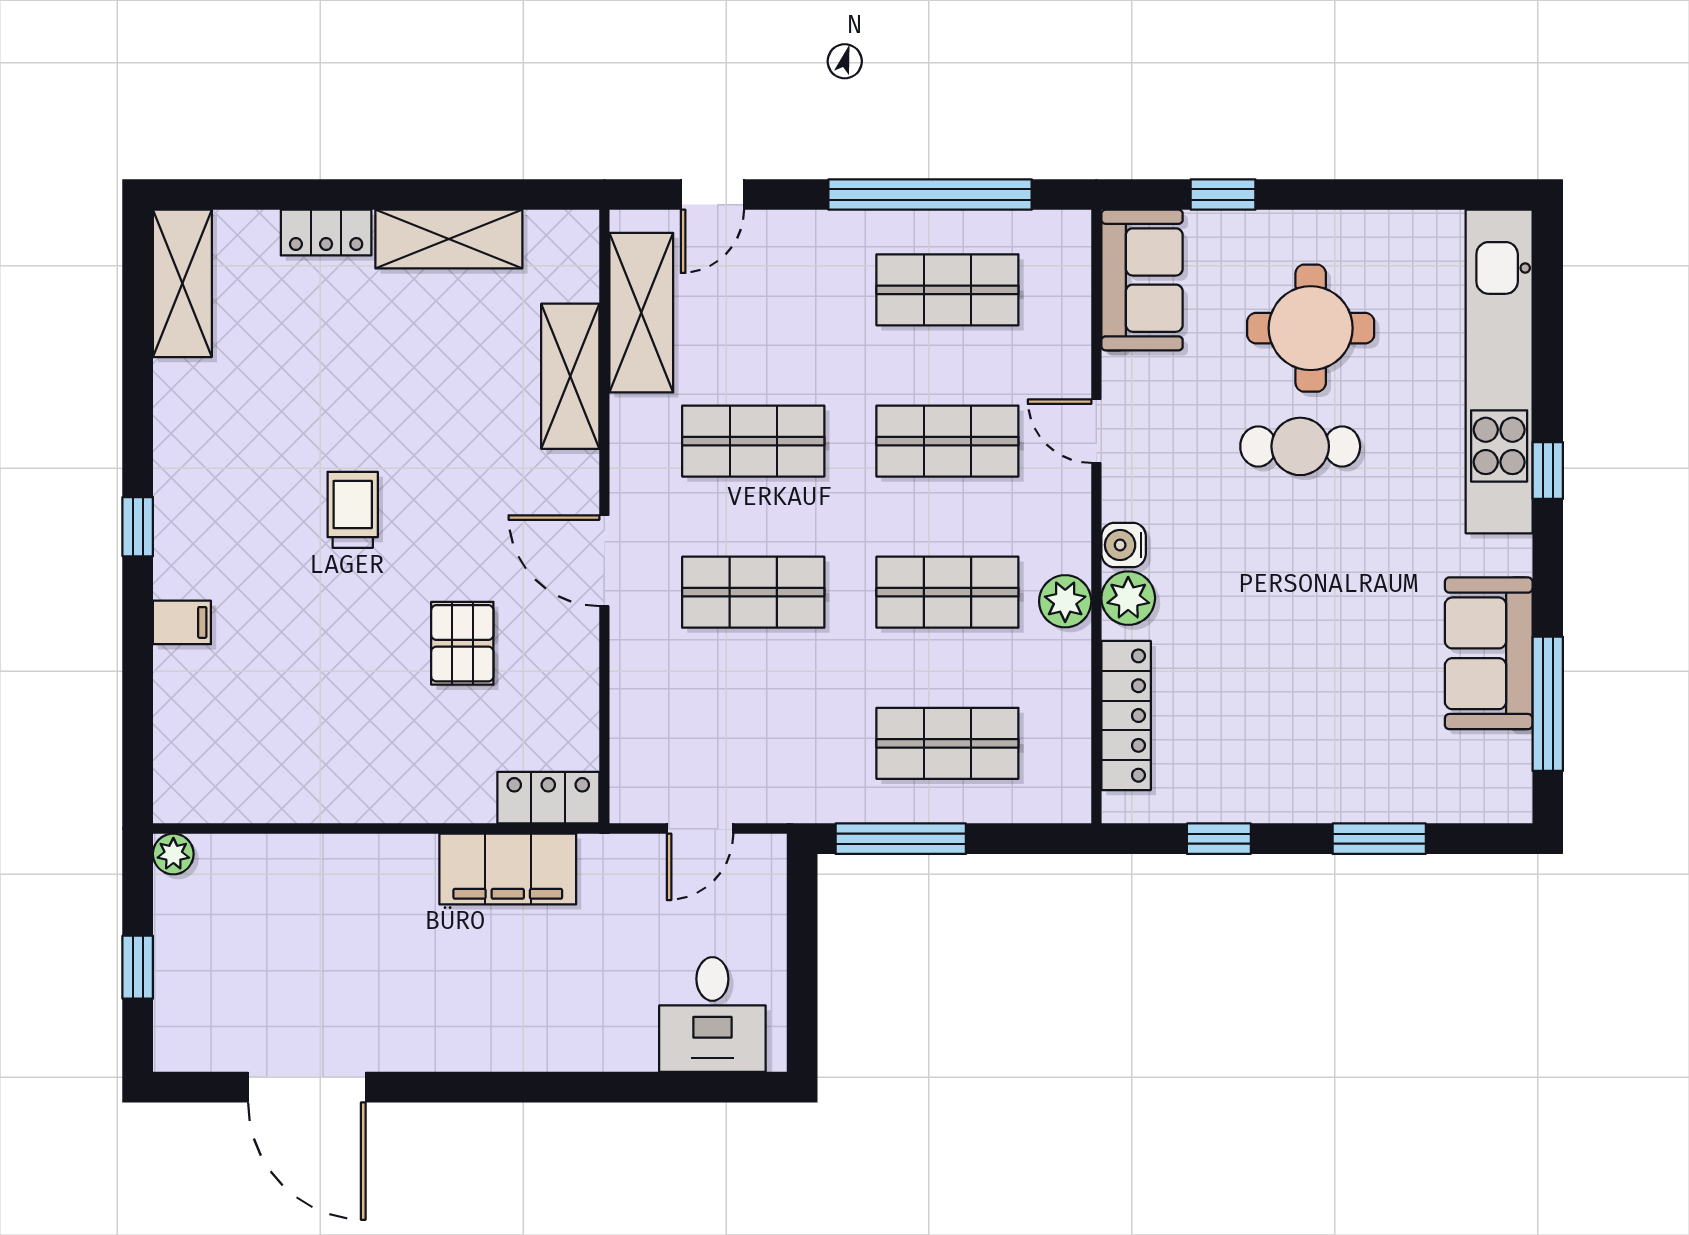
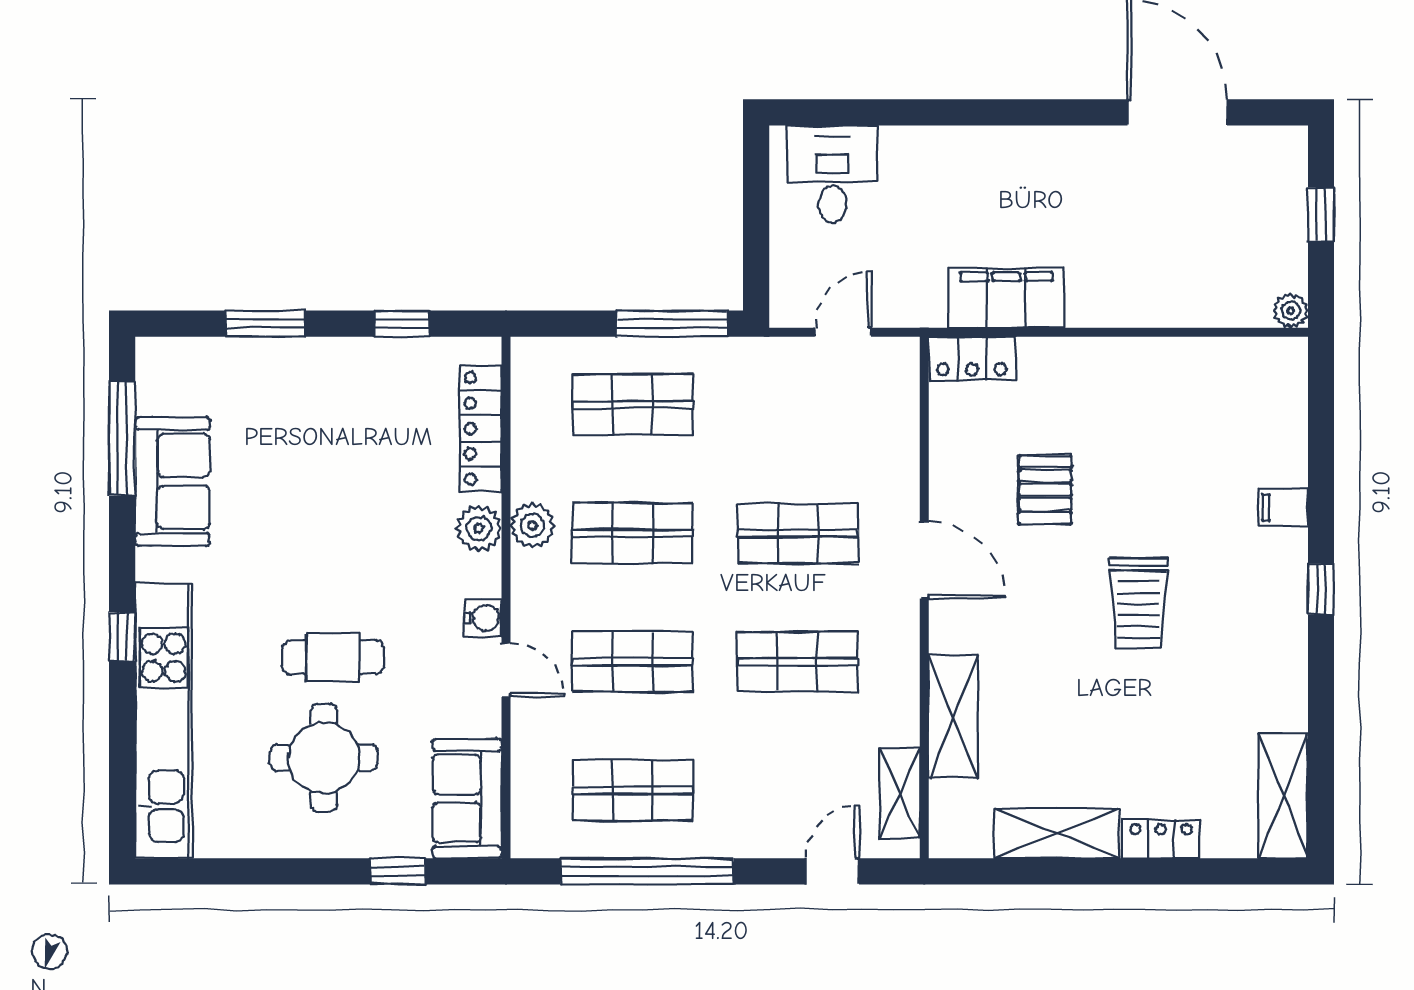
shelving: (641, 313) -> (900, 793), width x0.67, depth x0.75
trolley: (353, 510) -> (1138, 603), width x1.36, depth x1.39
water cooler: (1124, 545) -> (483, 618), moved

